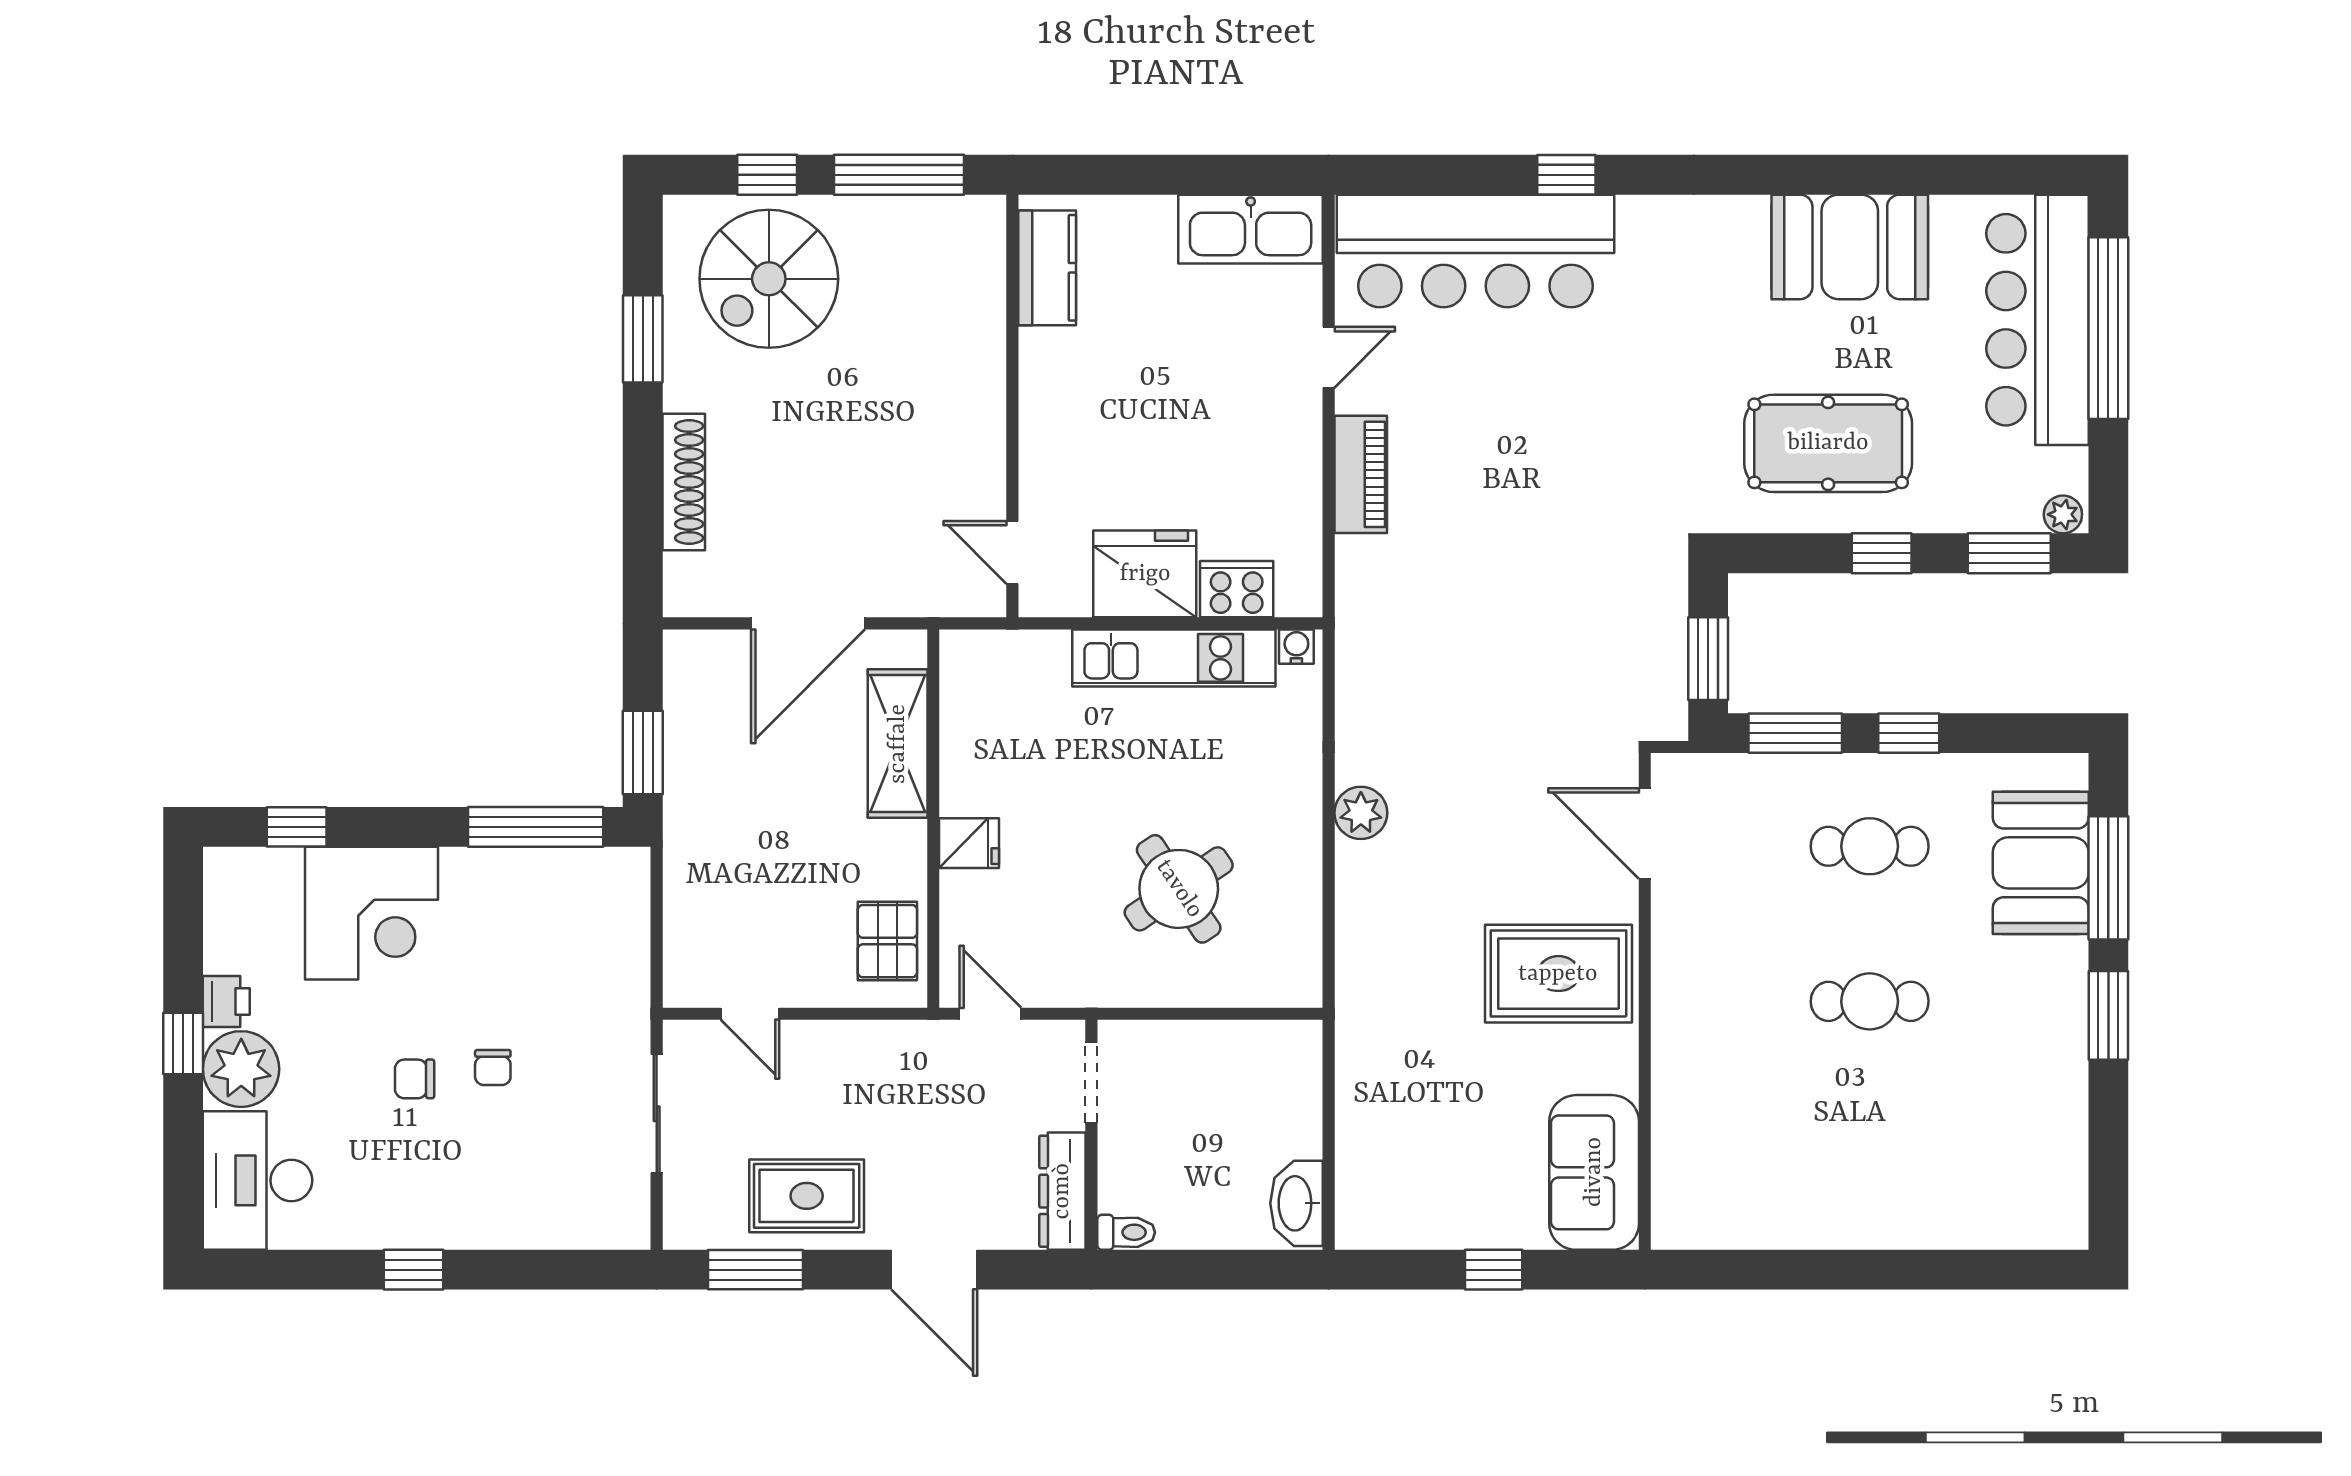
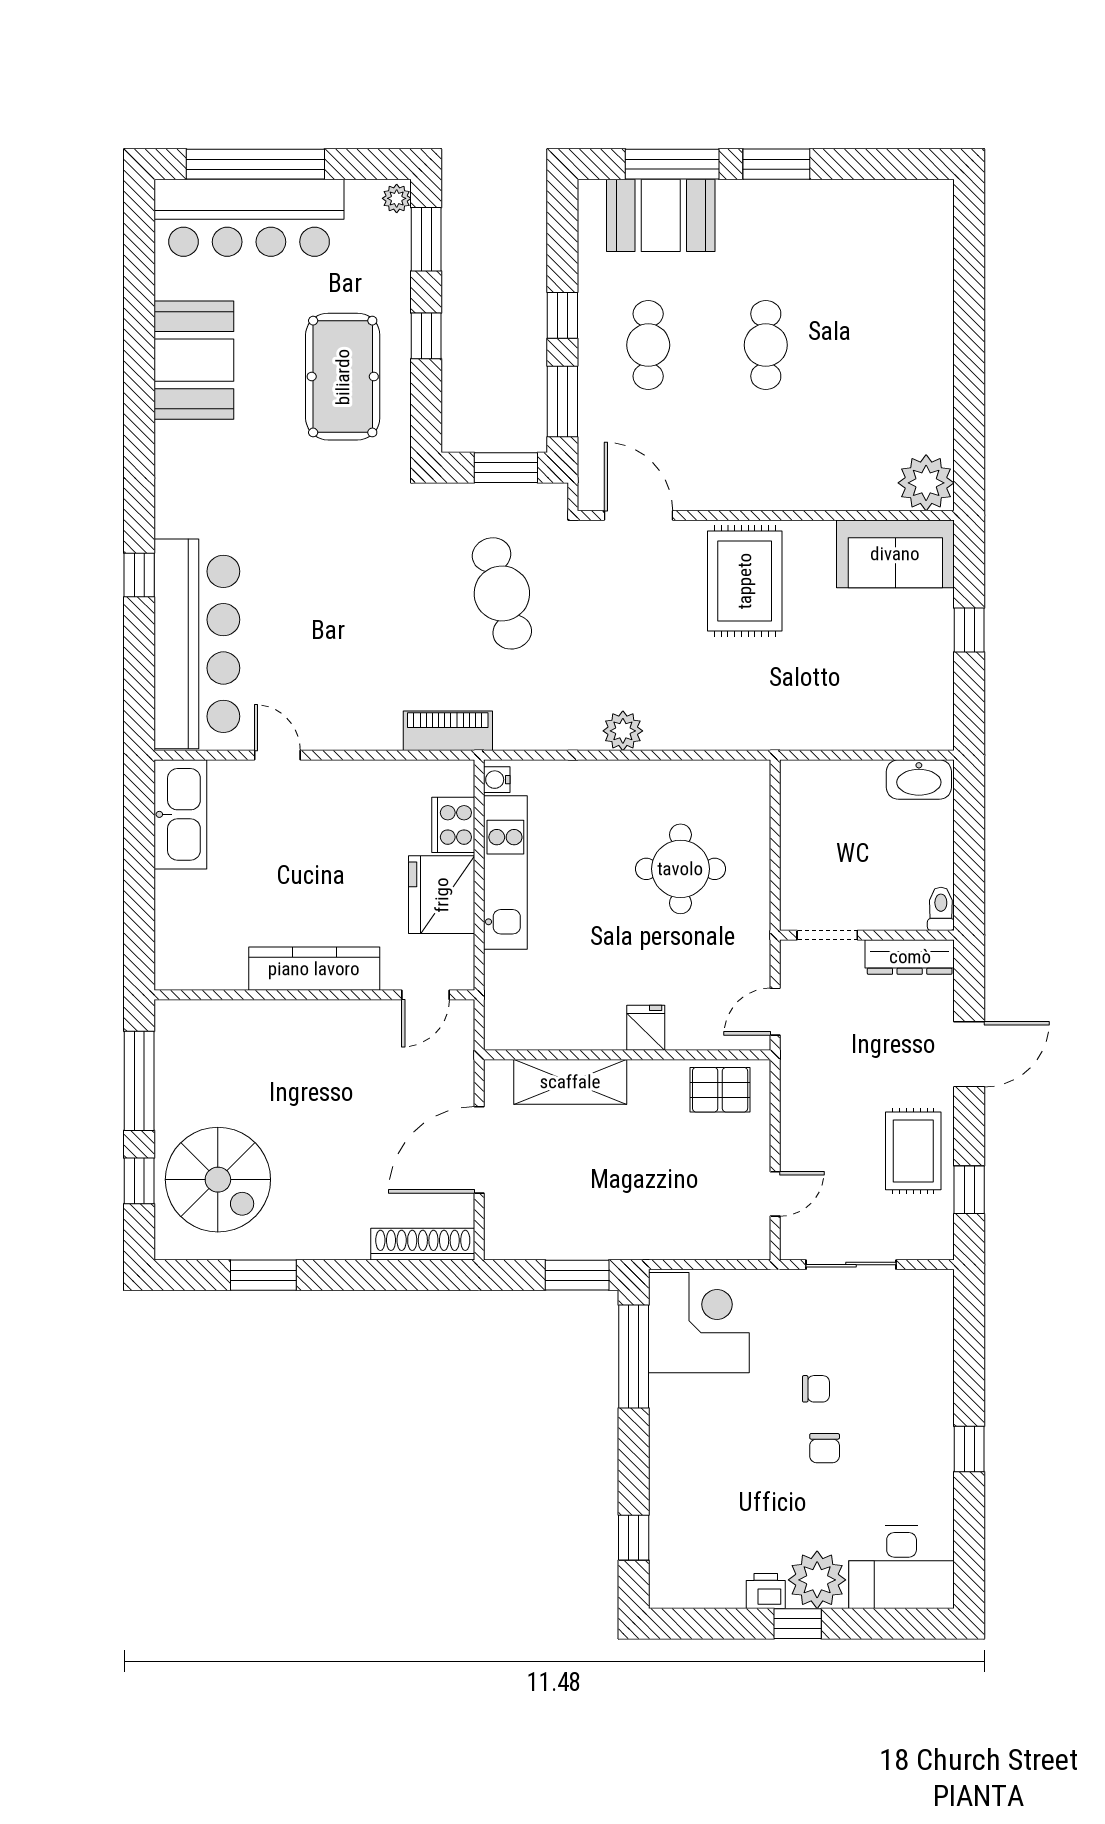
kitchen counter: (1047, 268) -> (314, 969), moved, width x1.50
piano: (1361, 474) -> (448, 731), moved
shoe rack: (684, 482) -> (423, 1244), moved
door: (808, 623) -> (479, 1150), swing flipped
cafe table: (1542, 653) -> (502, 593), added
door: (1645, 834) -> (639, 515), swing flipped
round table: (1179, 889) -> (680, 869), turned 34
corner desk: (371, 913) -> (699, 1323), moved
plant: (1688, 1213) -> (926, 483), added
window: (755, 1270) -> (969, 1190), width x0.67

